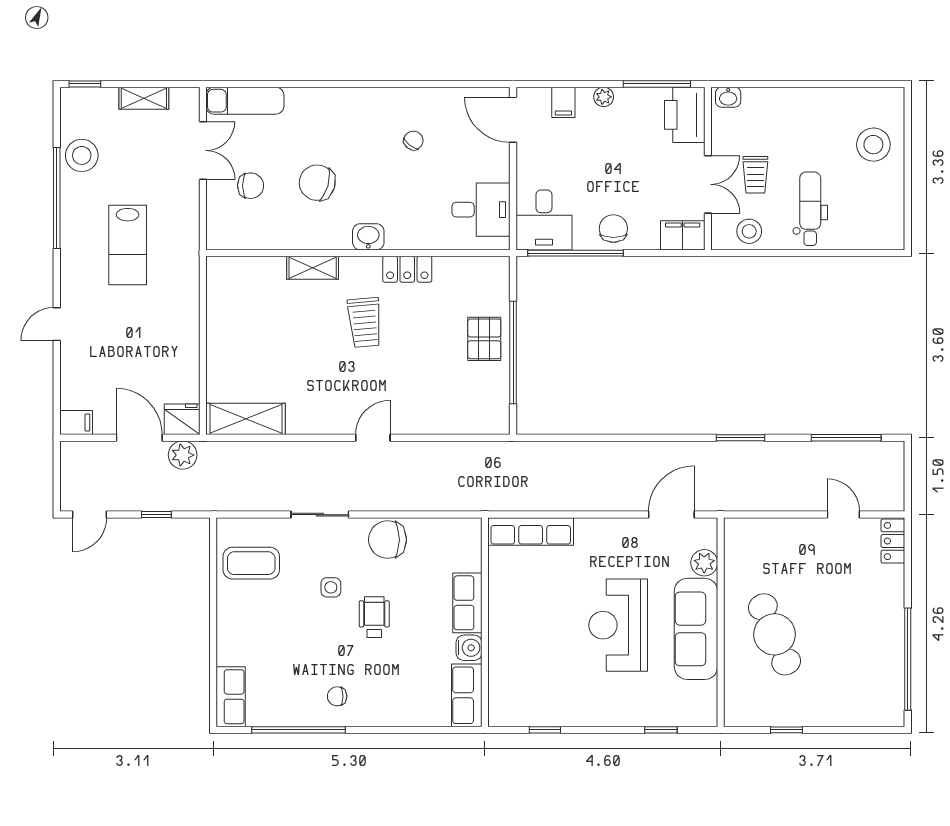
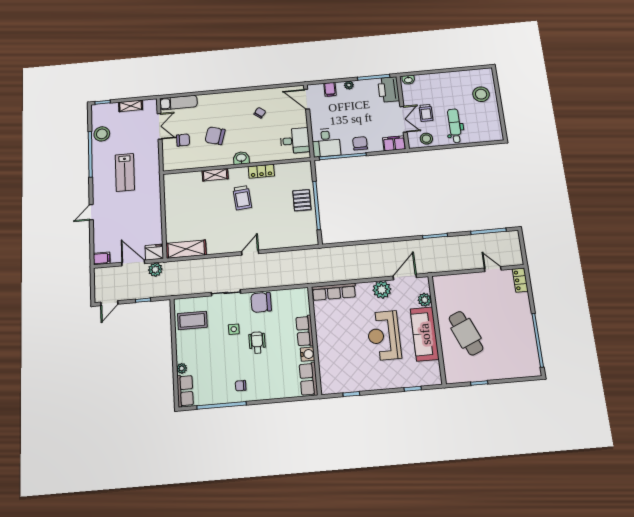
plant: (624, 536) -> (382, 290), added
plant: (226, 654) -> (182, 368), added

